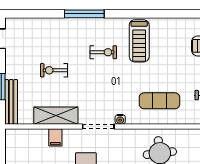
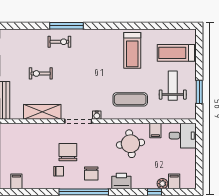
treadmill: (139, 41) -> (132, 50), moved
exercise bike: (103, 52) -> (59, 42), moved
filing cabinet: (55, 137) -> (155, 130), moved

